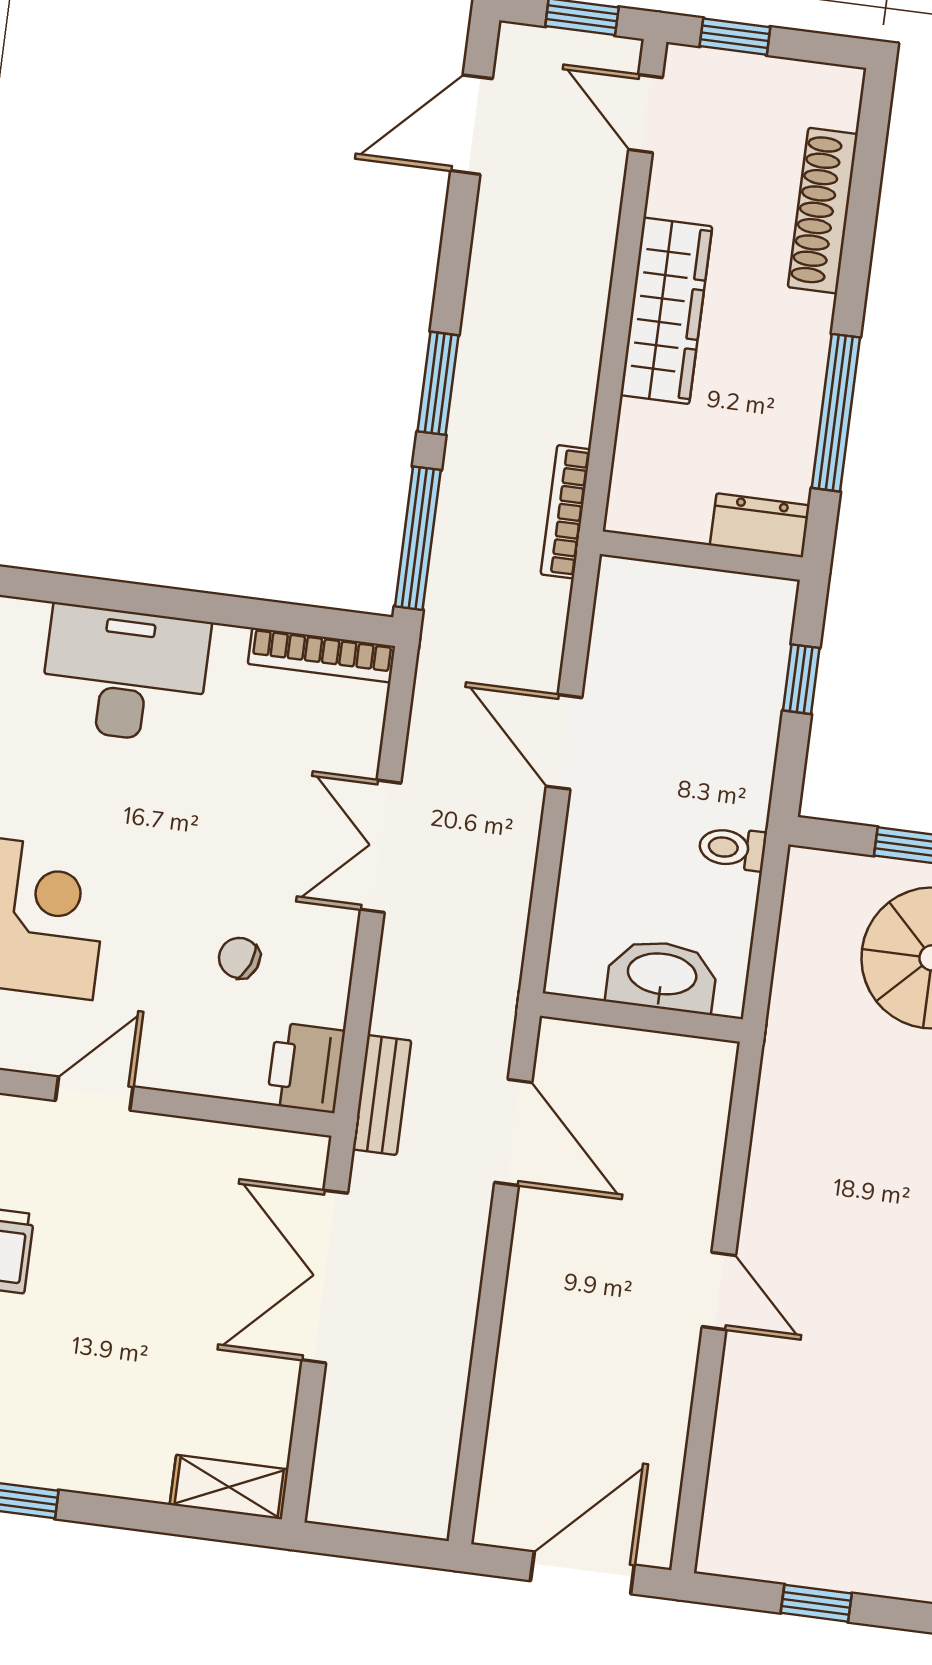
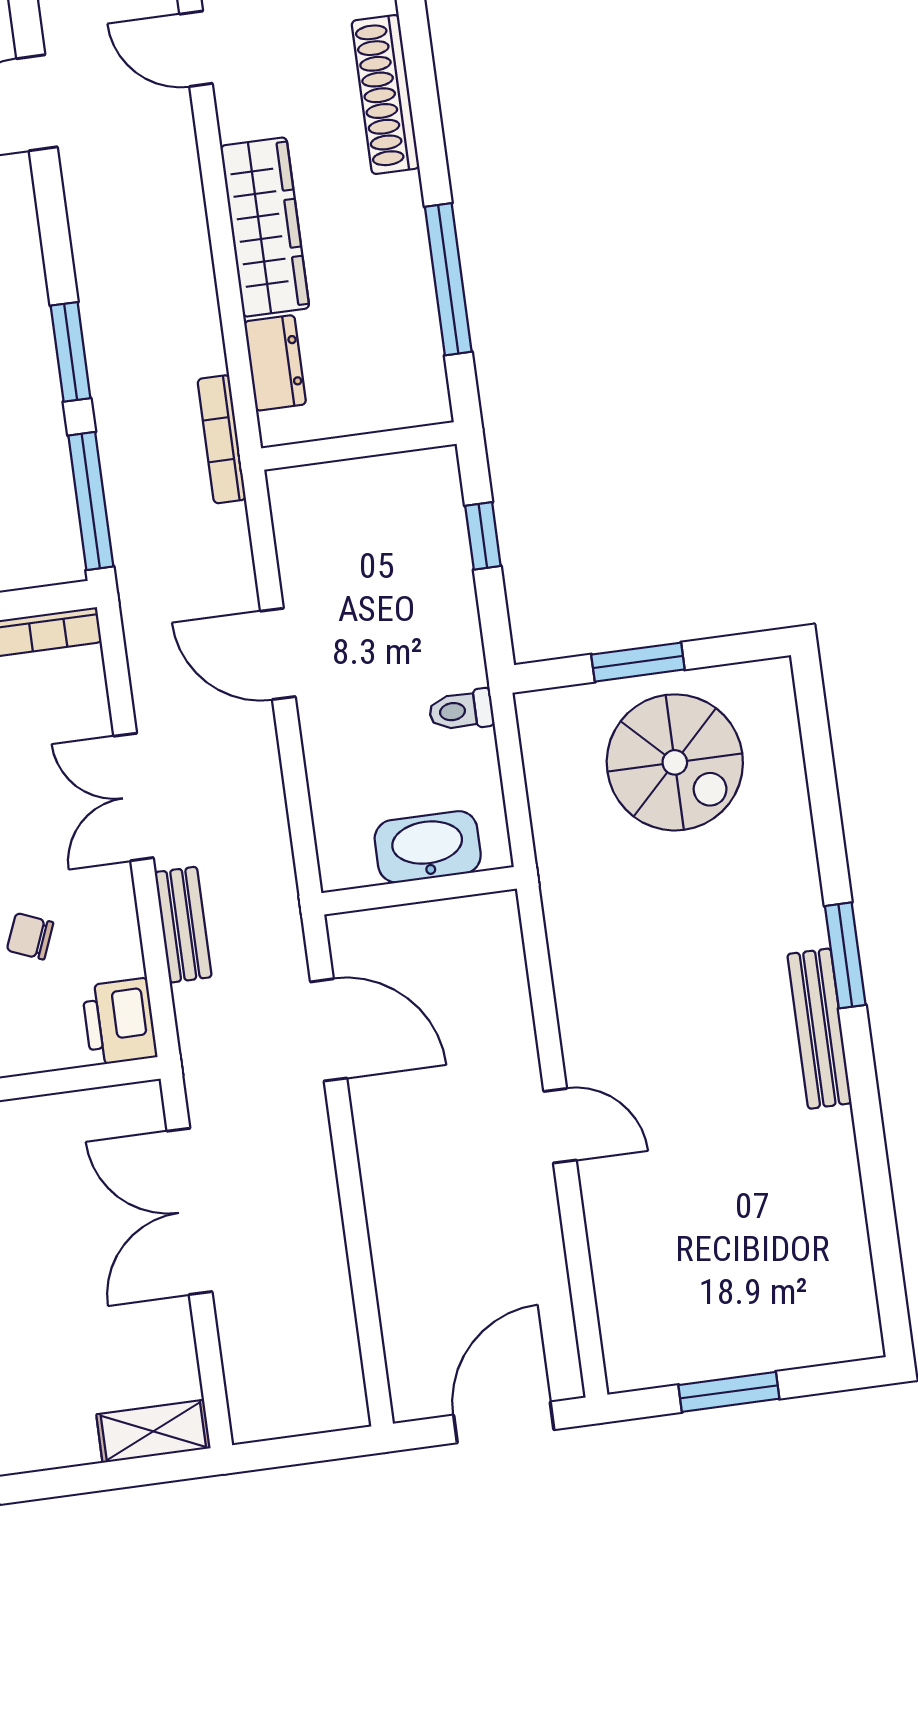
dresser: (760, 525) -> (275, 363), moved, turned 90
bench: (382, 1095) -> (183, 925), moved
window: (816, 1603) -> (729, 1392), width x1.50

